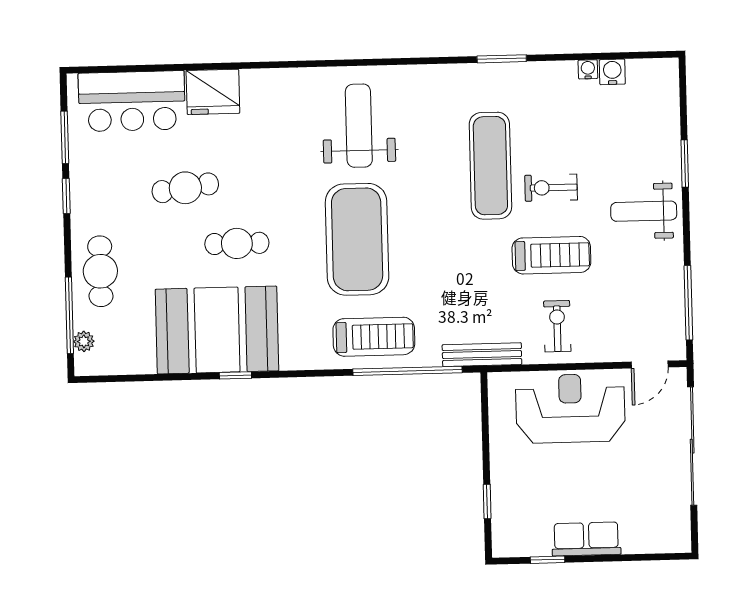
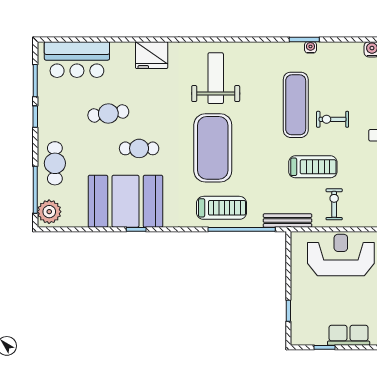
water cooler: (588, 69) -> (310, 47), moved
fridge: (213, 92) -> (152, 55), moved
treadmill: (551, 255) -> (313, 167), moved
plant: (84, 341) -> (49, 212), width x1.87, depth x1.87

